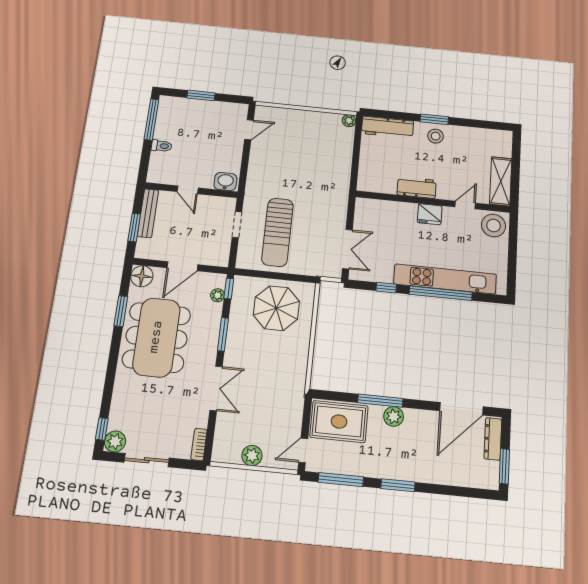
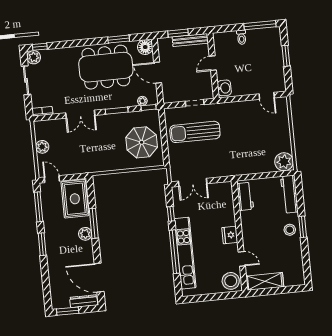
plant: (349, 121) -> (284, 162), width x1.87, depth x1.87
workbench: (417, 187) -> (245, 196), moved

